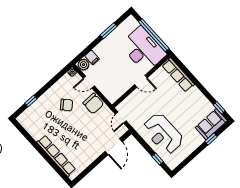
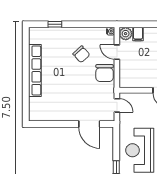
door: (121, 118) -> (117, 105), swing flipped
door: (114, 147) -> (89, 124), hinge flipped
row of seats: (56, 156) -> (35, 70), moved

